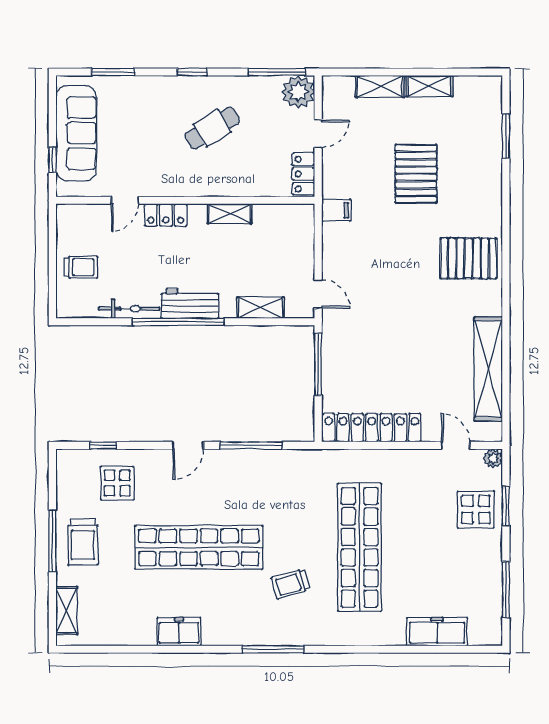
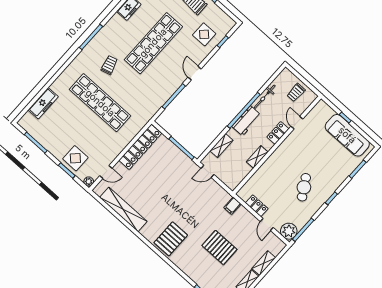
door: (125, 200) -> (297, 123), moved
wall: (185, 200) -> (277, 145), moved
shelving: (230, 214) -> (257, 157), moved
locker: (166, 215) -> (278, 133), moved

